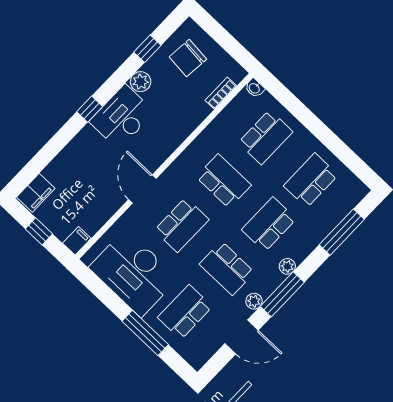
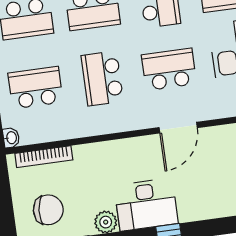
bookcase: (221, 93) -> (44, 157), width x1.56

